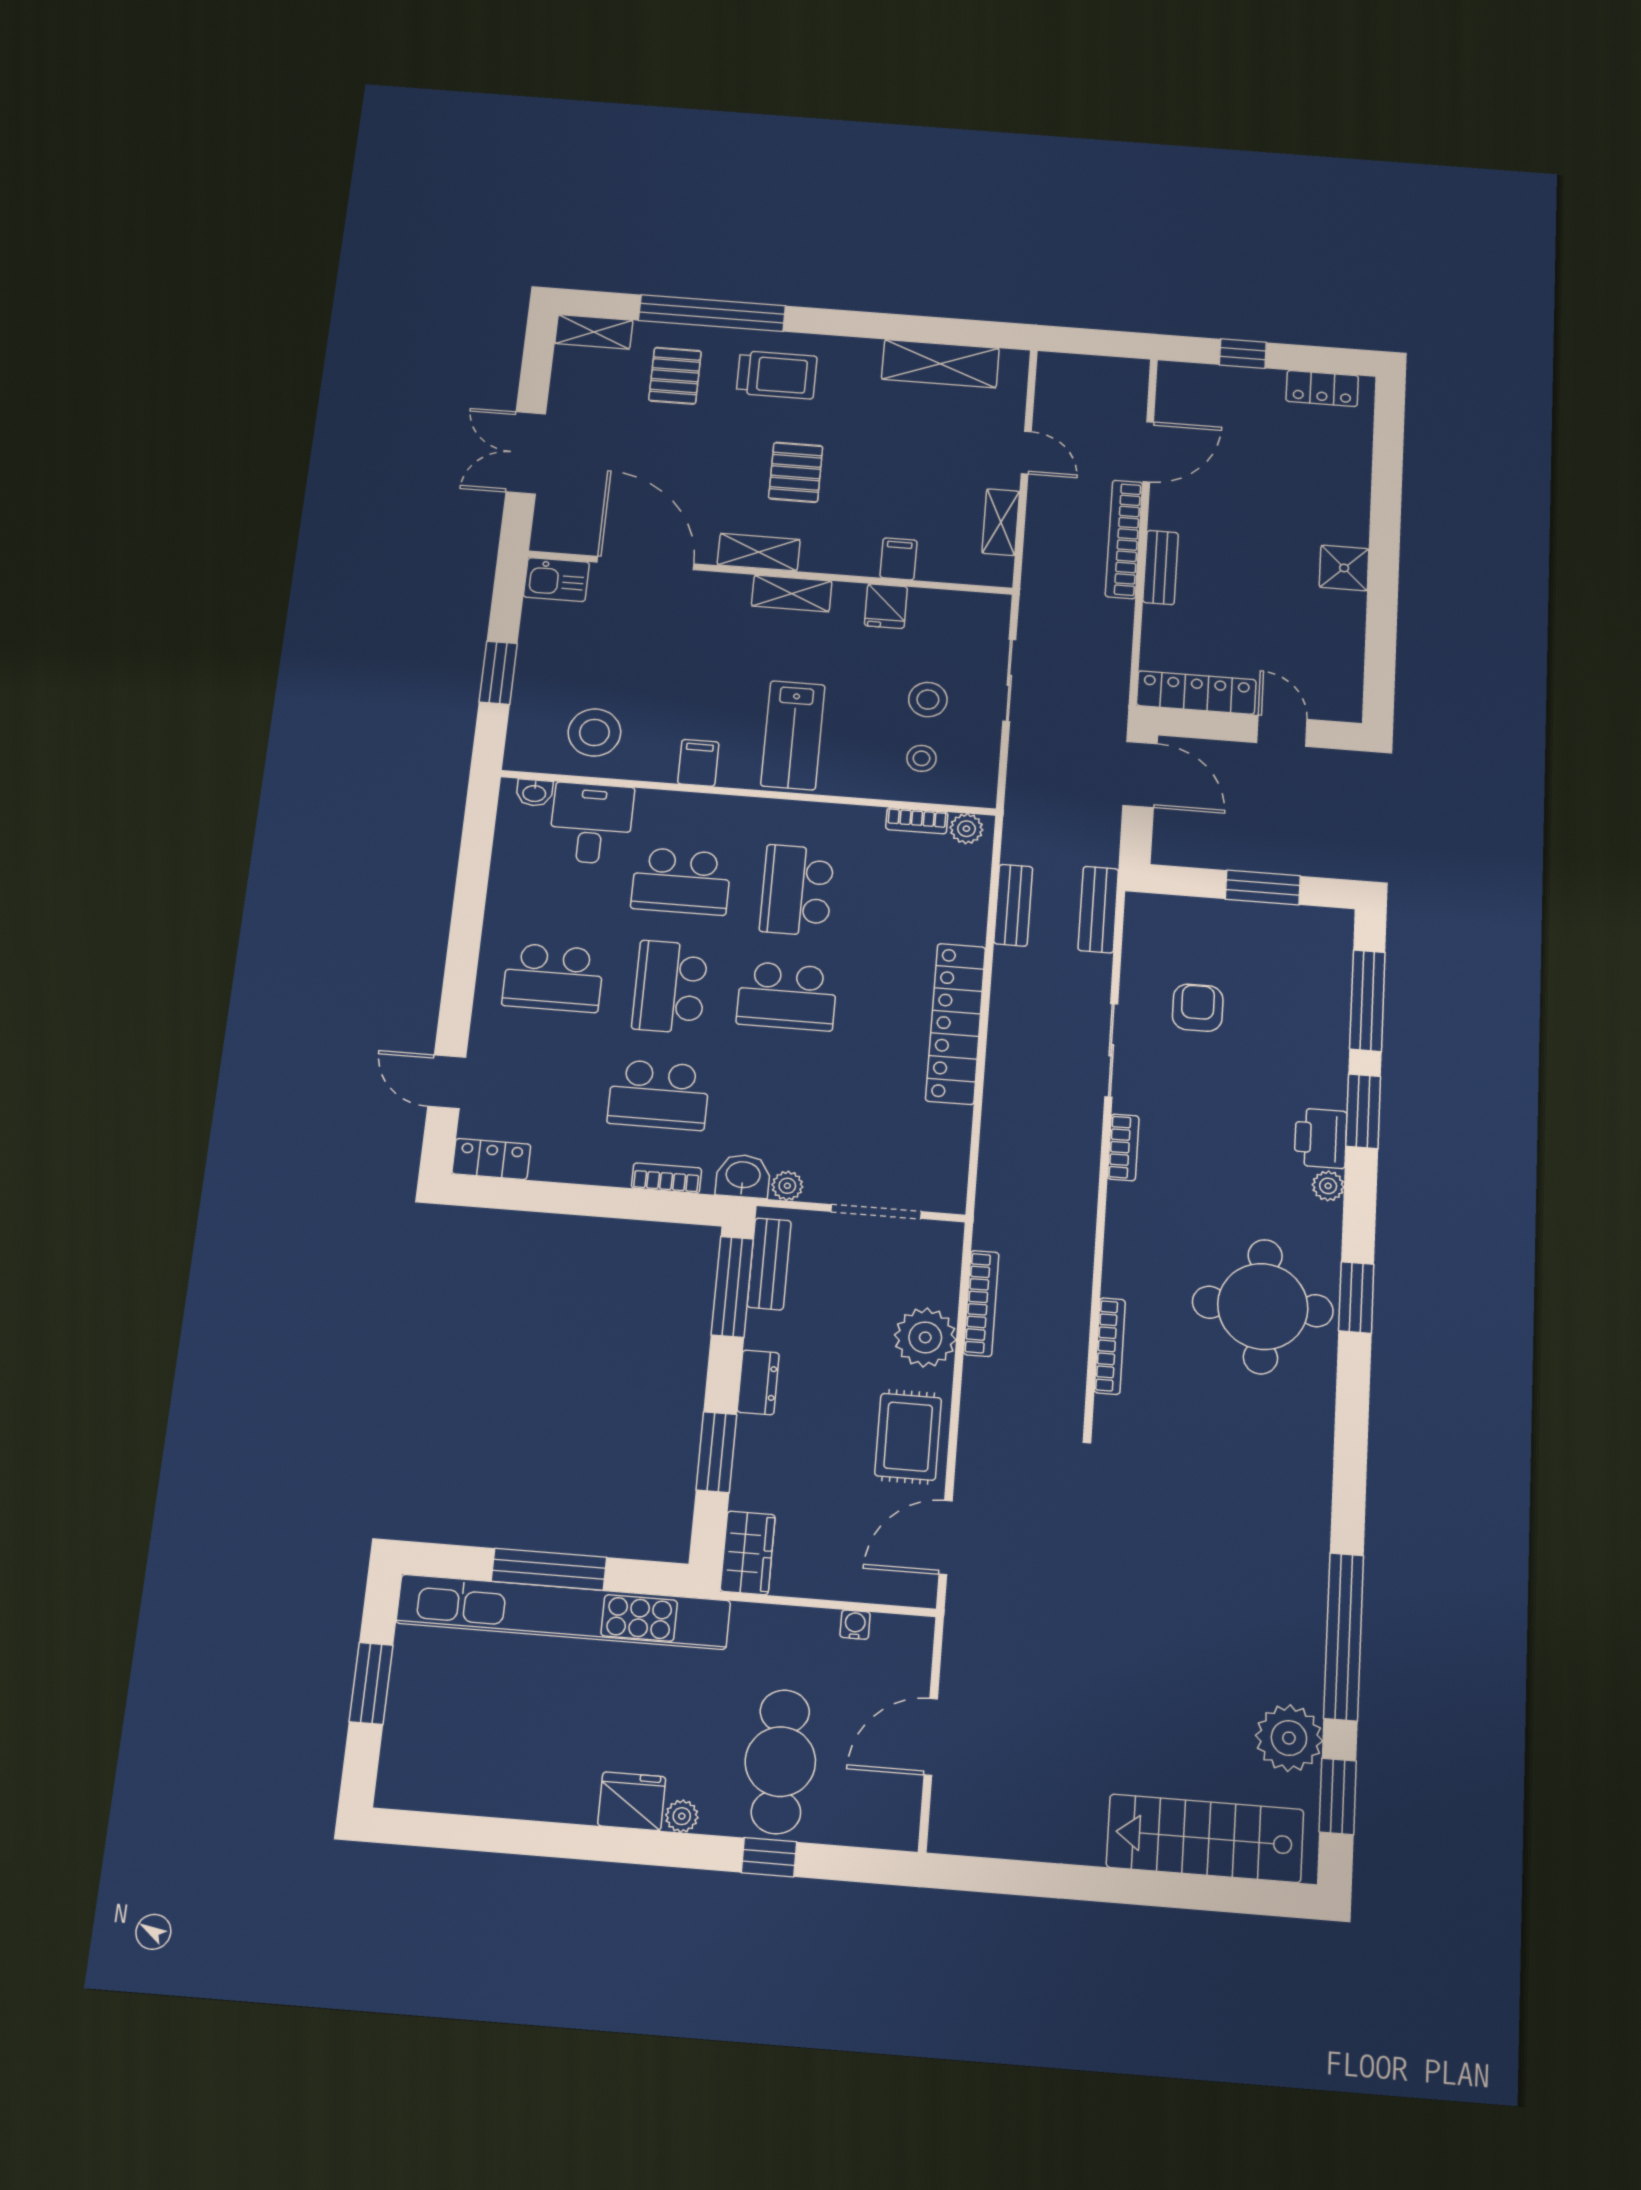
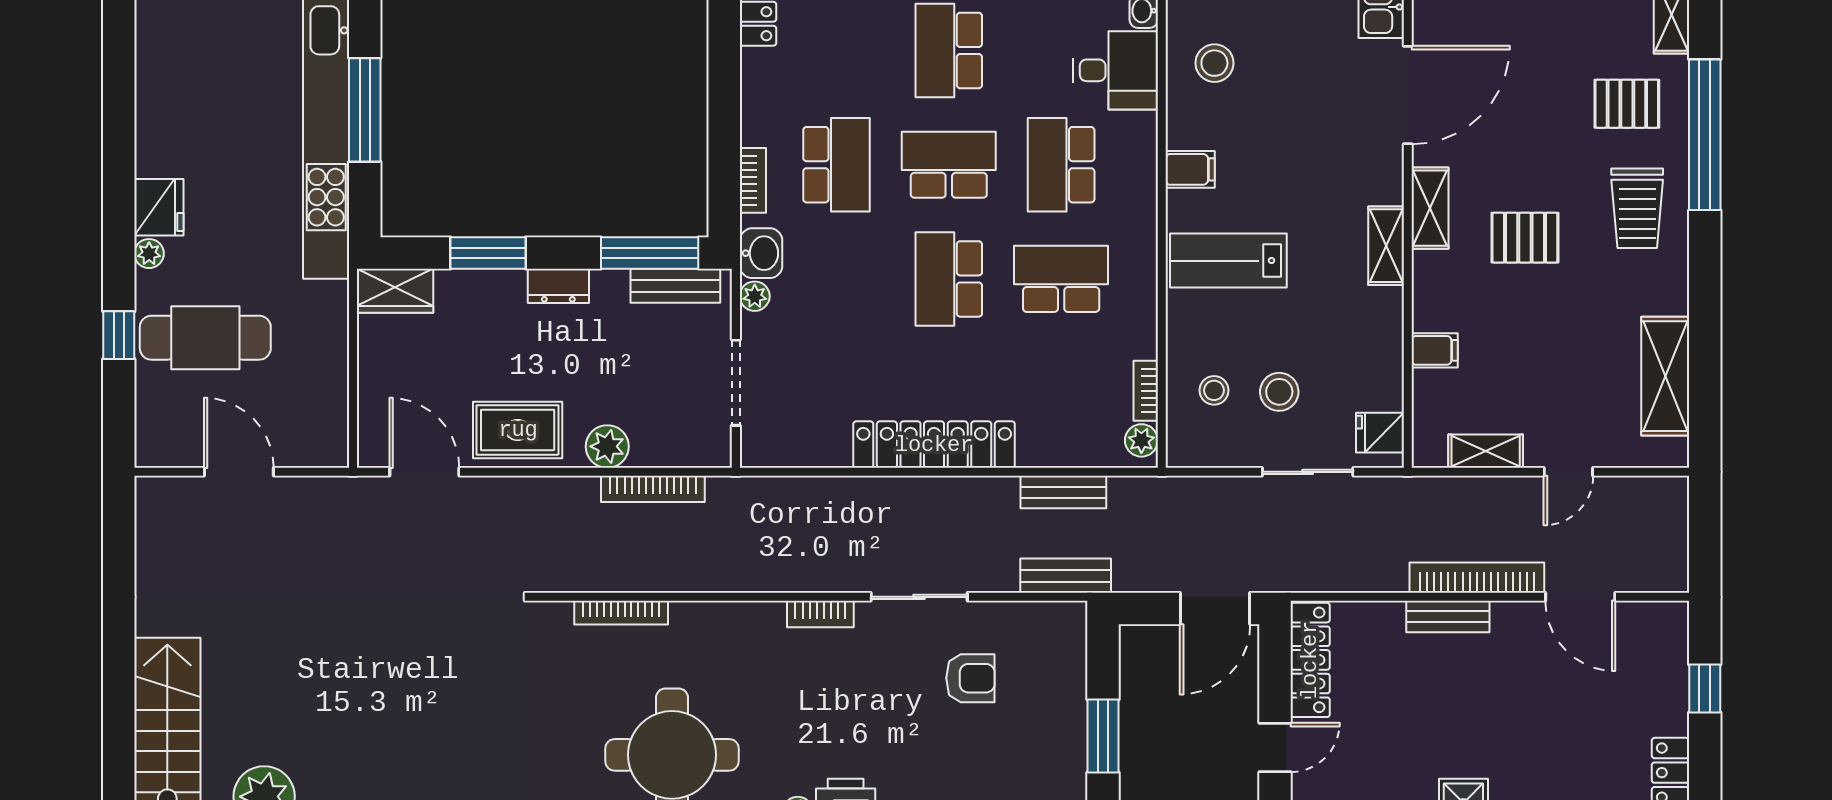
fridge: (886, 606) -> (1380, 433), moved
stool: (594, 732) -> (1214, 63), width x0.73, depth x0.73
school desk: (659, 1095) -> (836, 165), turned 180
plant: (925, 1337) -> (607, 446), width x0.73, depth x0.73
water cooler: (855, 1625) -> (336, 395), removed

